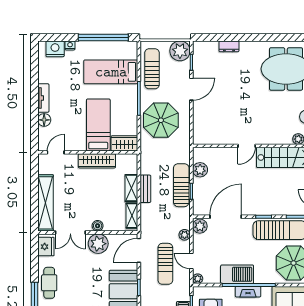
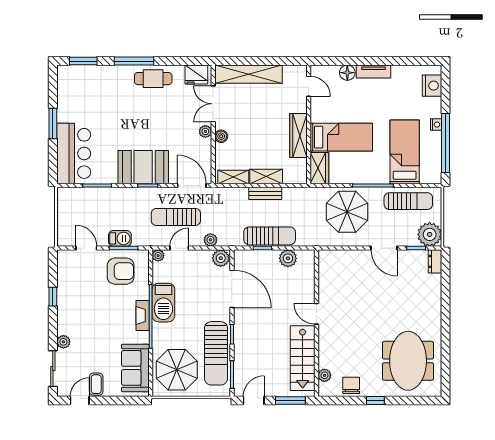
nightstand: (70, 45) -> (436, 124), moved
dresser: (229, 46) -> (435, 261), moved
plant: (98, 244) -> (205, 131), width x0.53, depth x0.53

